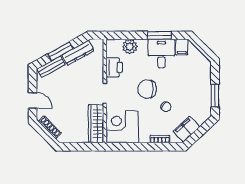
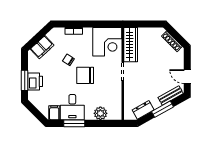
dresser: (78, 53) -> (143, 110), width x0.70
printer: (114, 67) -> (35, 81), moved, turned 180
chair: (147, 89) -> (85, 75), turned 180
window: (215, 96) -> (25, 80), moved
door: (33, 100) -> (187, 77), moved
filing cabinet: (186, 129) -> (42, 47), moved

